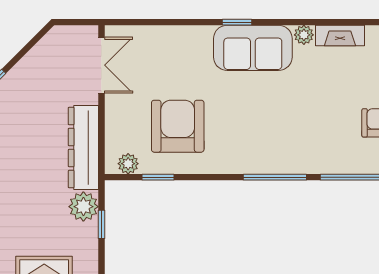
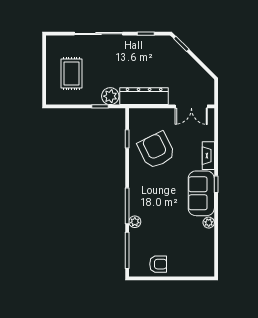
fireplace: (340, 36) -> (208, 156), moved
armchair: (178, 126) -> (156, 150), turned -116
plant: (128, 164) -> (135, 222), moved

